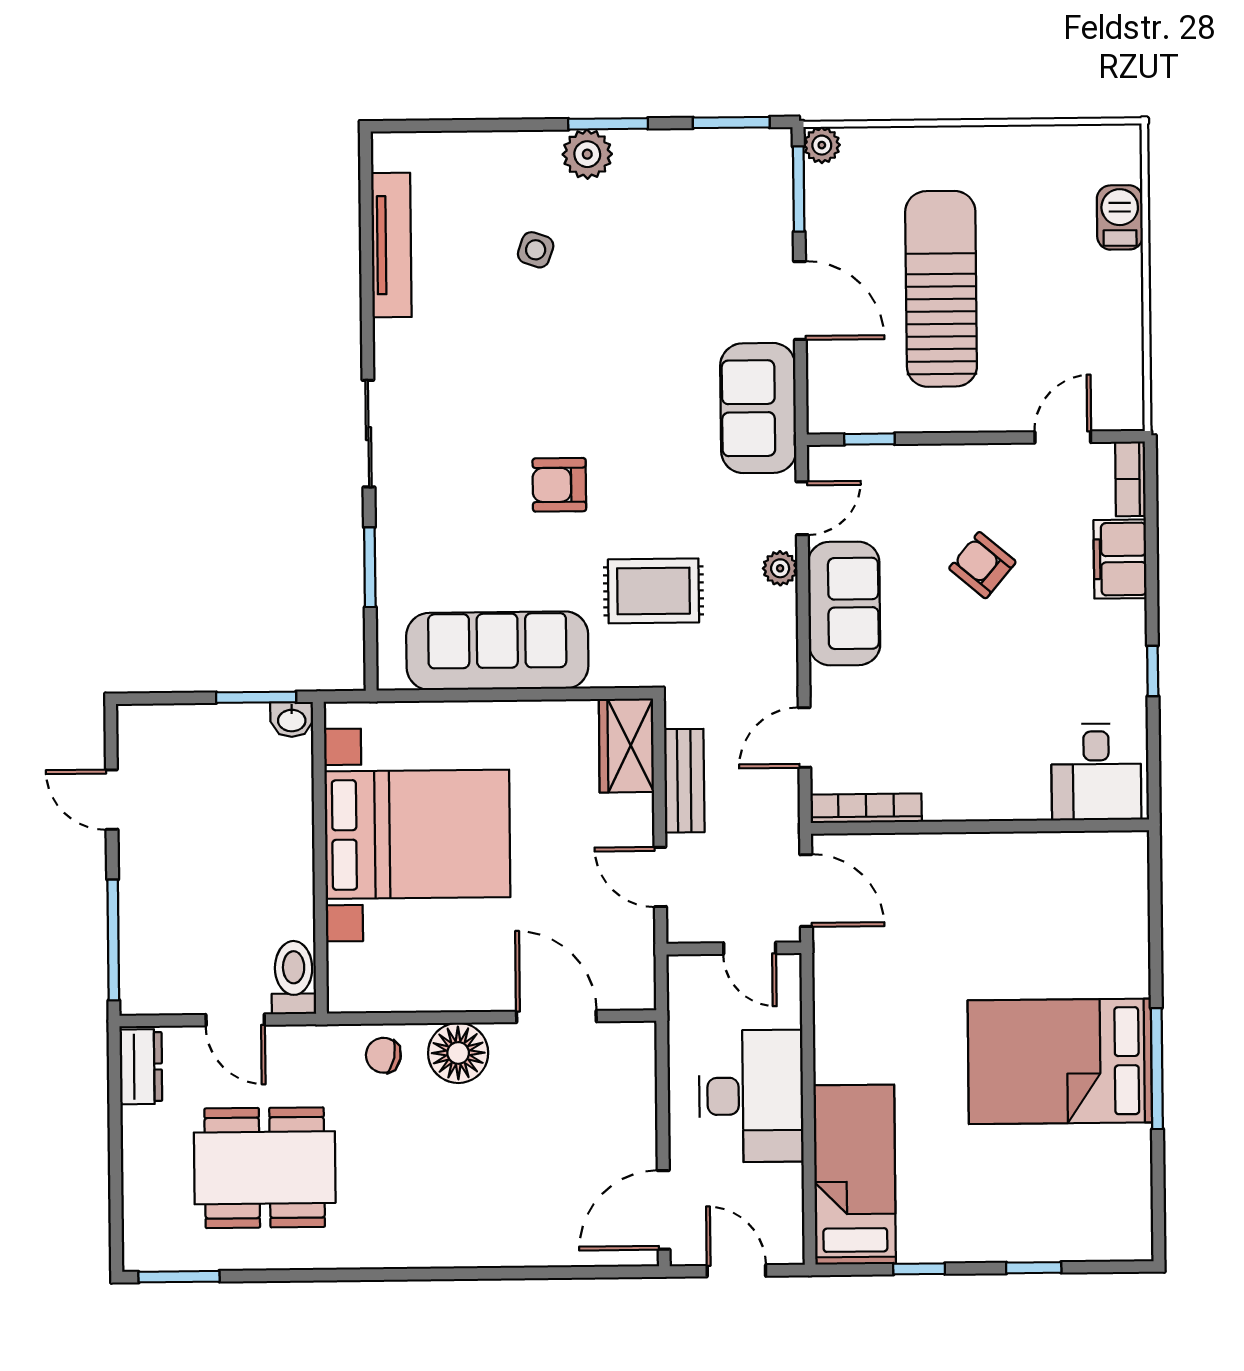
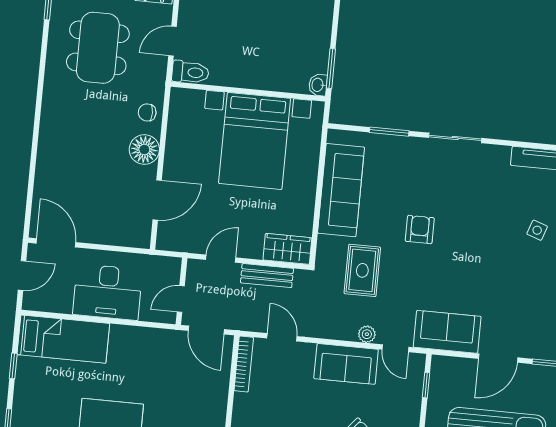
door: (806, 891) -> (206, 330), hinge flipped
chair: (383, 1055) -> (147, 112), turned -102

